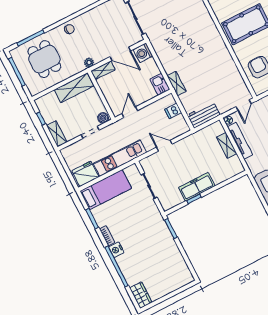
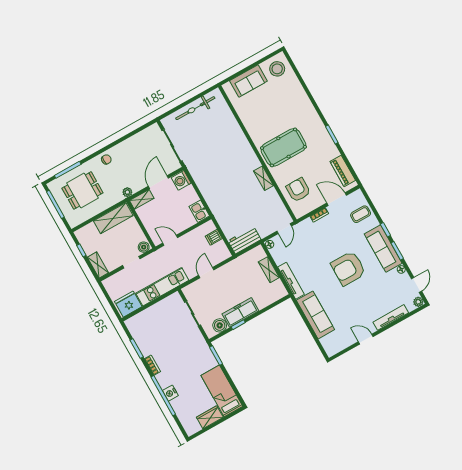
door: (120, 54) -> (158, 182), swing flipped
dining table: (44, 59) -> (82, 190), turned 90
shelving: (177, 84) -> (263, 178), moved
door: (130, 112) -> (170, 240), hinge flipped
tv unit: (240, 141) -> (291, 281), moved
door: (164, 146) -> (206, 273), hinge flipped
bed: (106, 190) -> (222, 391), moved, turned -90
boiler: (176, 199) -> (220, 325), added
nightstand: (116, 250) -> (170, 393), moved
wardrobe: (141, 295) -> (210, 417), moved, turned -90

